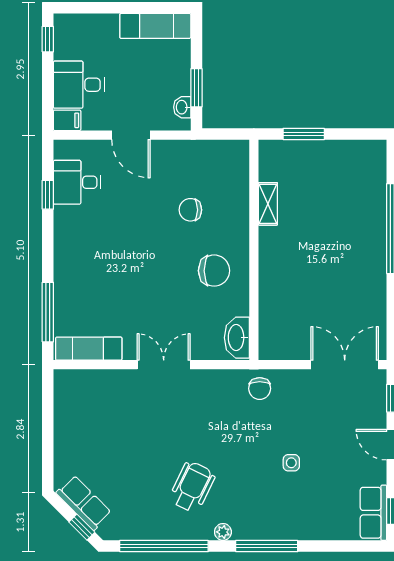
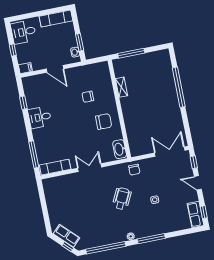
window: (48, 39) -> (13, 50), moved
desk: (79, 85) -> (24, 32), moved
window: (304, 134) -> (131, 53), width x1.44
desk: (77, 182) -> (40, 117), moved
wheelchair: (192, 487) -> (122, 199), moved

